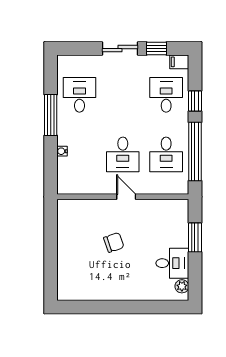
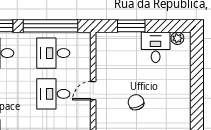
desk: (123, 154) -> (53, 94), turned 180
desk: (166, 154) -> (53, 53), turned 180

